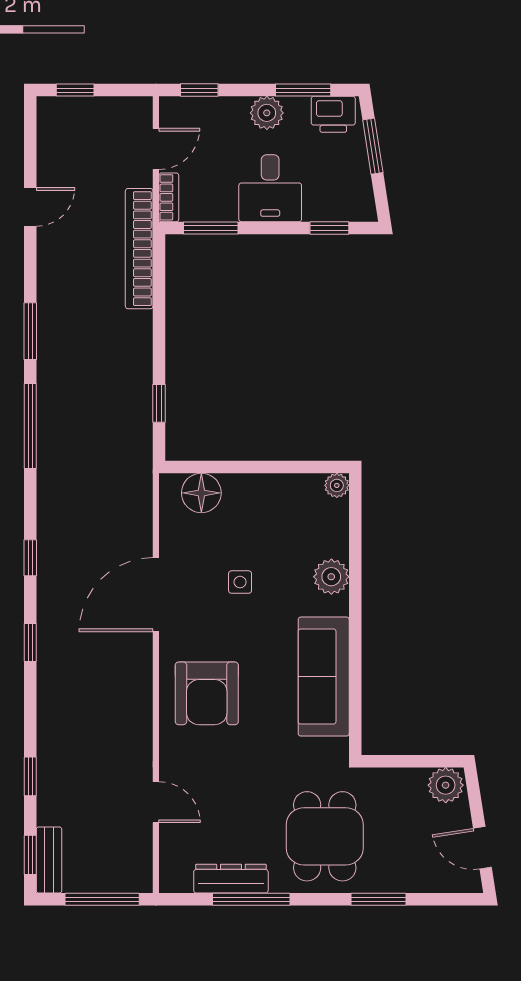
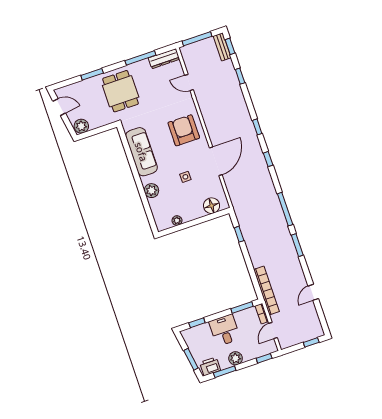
plant: (337, 485) -> (177, 221), moved
dresser: (231, 879) -> (164, 59), moved

